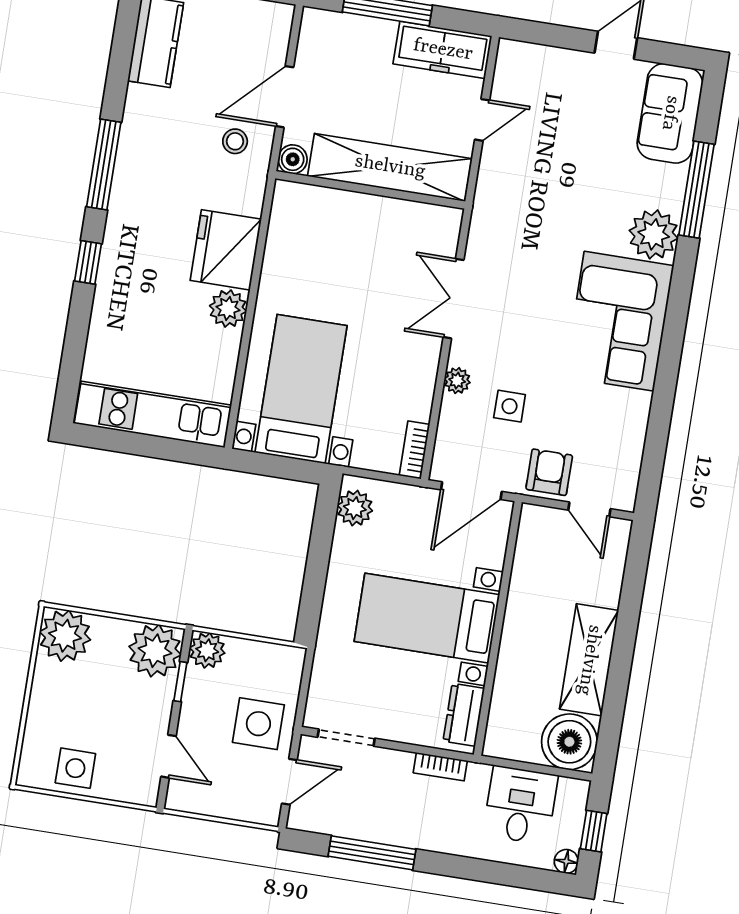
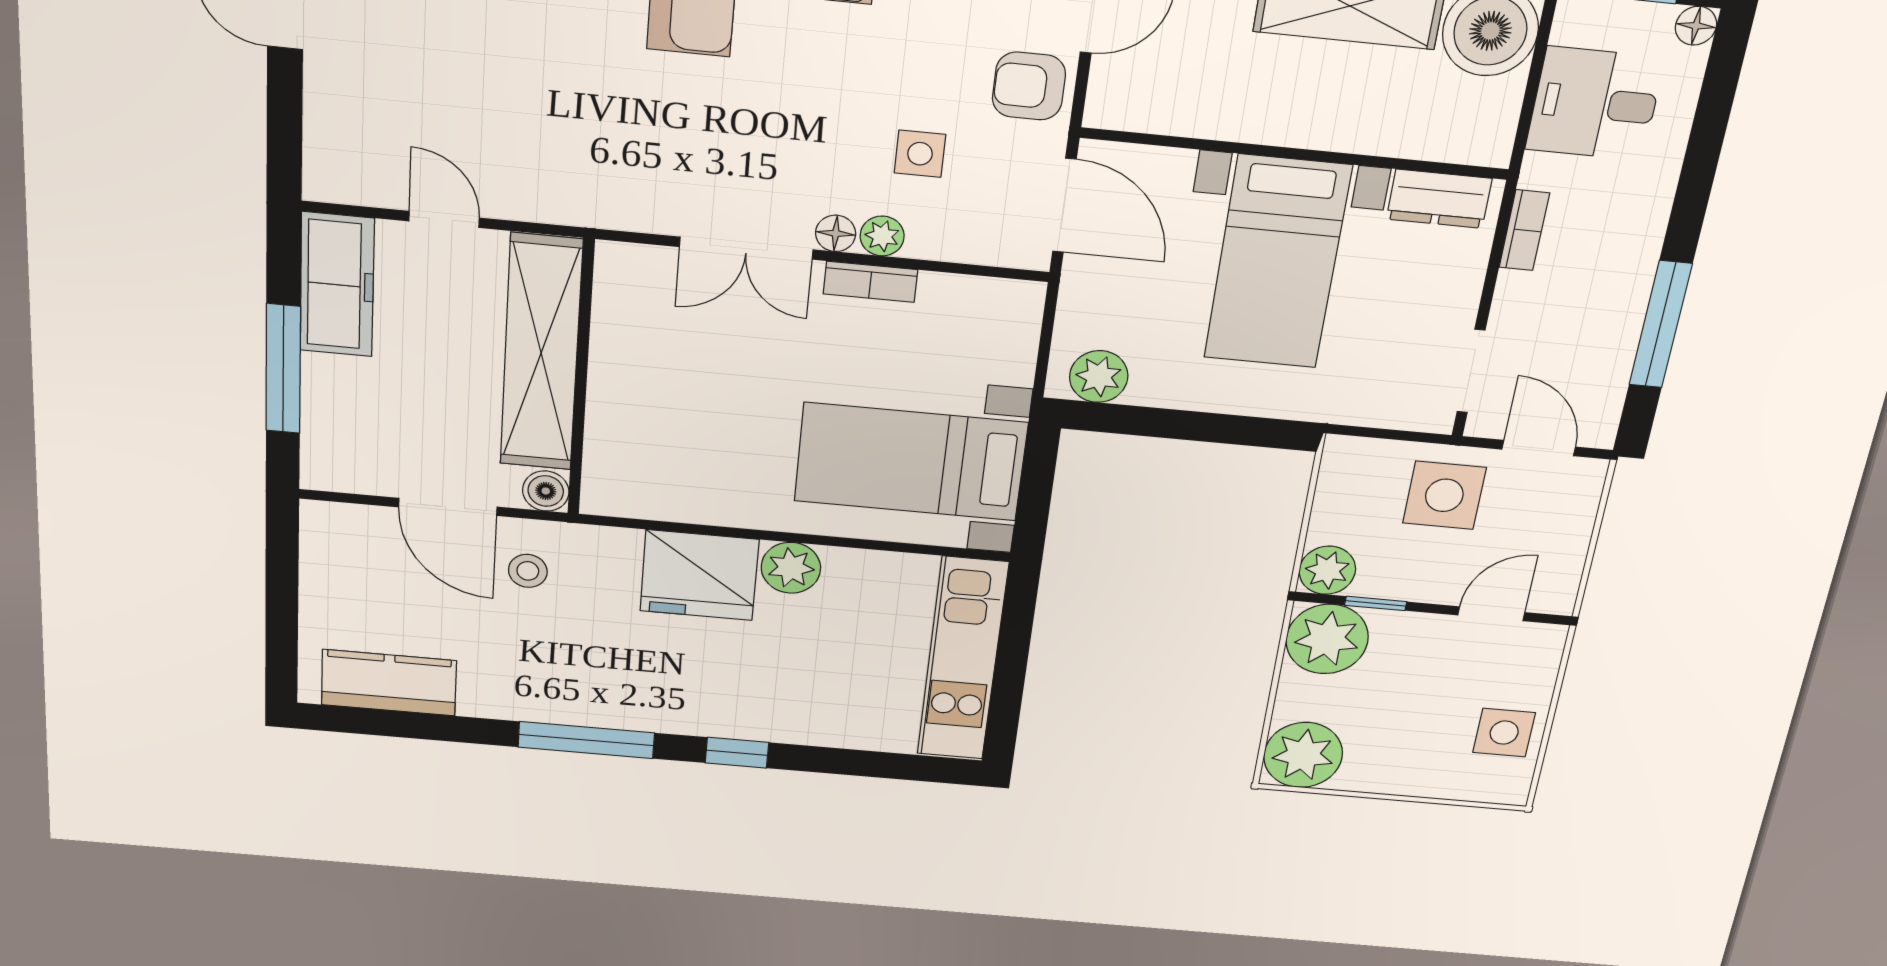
floor lamp: (460, 353) -> (836, 233), added
bookcase: (415, 450) -> (870, 282), moved

